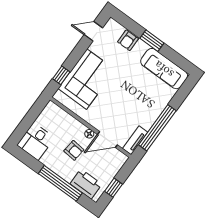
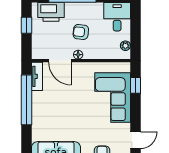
plant: (46, 113) -> (125, 46), added
door: (107, 140) -> (60, 61), swing flipped

